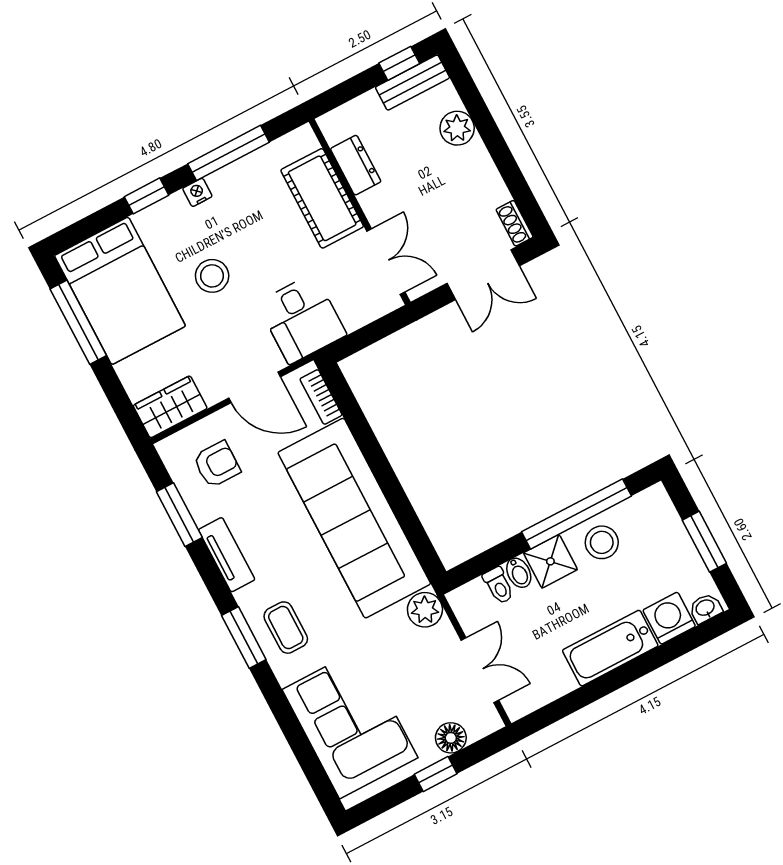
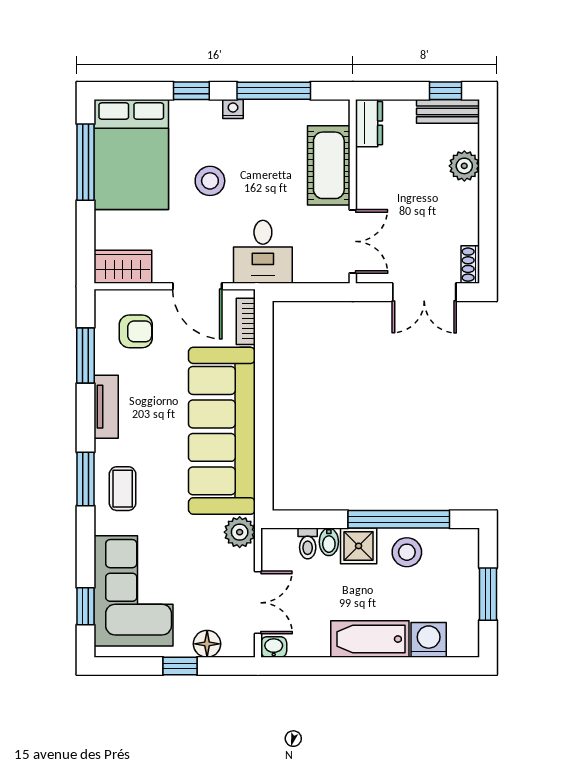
dresser: (356, 165) -> (369, 123), moved
washbasin: (705, 608) -> (274, 647), moved
window: (310, 764) -> (85, 606), added

